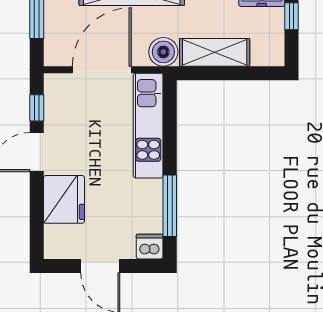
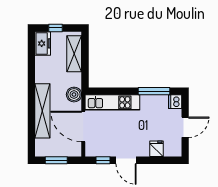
shelving: (215, 52) -> (74, 54), moved
fridge: (64, 199) -> (156, 149), width x0.53, depth x0.75

